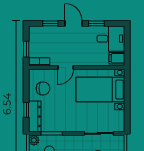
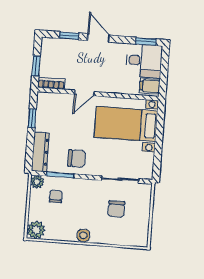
window: (96, 23) -> (146, 41), moved
chair: (43, 88) -> (77, 158), moved
window: (26, 110) -> (32, 118), moved

